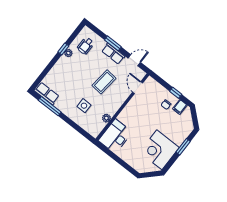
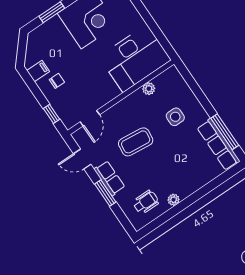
window: (63, 49) -> (179, 208), removed
row of seats: (47, 93) -> (218, 144), width x1.48
window: (176, 93) -> (51, 114), moved
desk: (115, 136) -> (135, 58), width x1.36, depth x1.30

